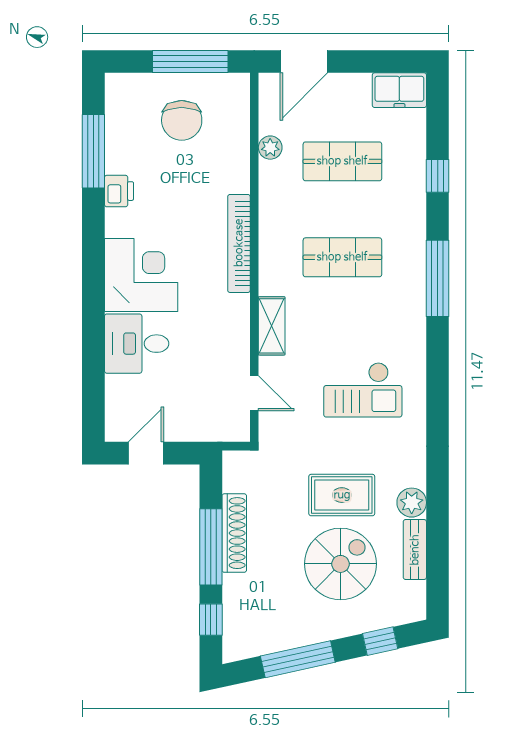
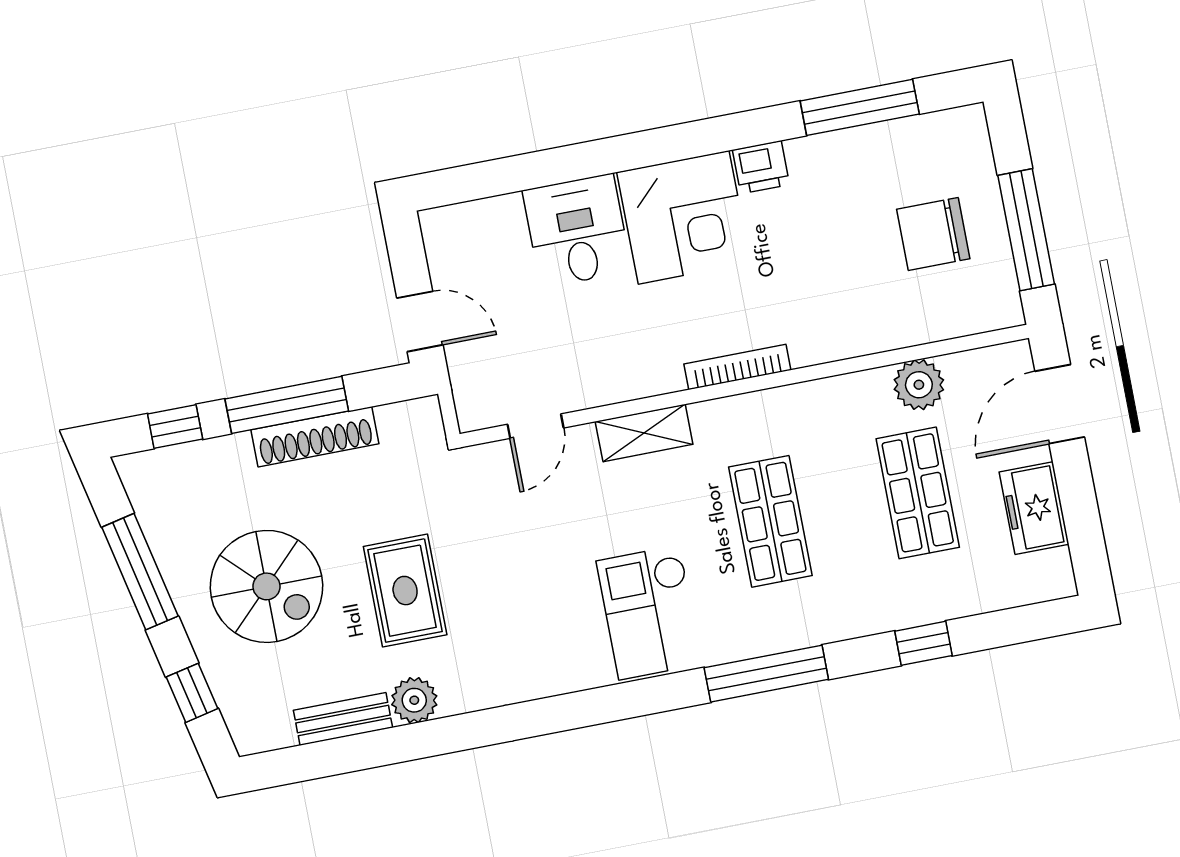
door: (304, 61) -> (1060, 404), hinge flipped
freezer: (399, 90) -> (1034, 508), moved
plant: (270, 148) -> (919, 385), width x1.38, depth x1.38
printer: (119, 191) -> (761, 167), moved
bookcase: (239, 243) -> (737, 367), width x0.68, depth x0.76
checkout: (363, 390) -> (649, 612), moved
door: (146, 453) -> (420, 321), moved
spiral stairs: (340, 564) -> (267, 586), moved

